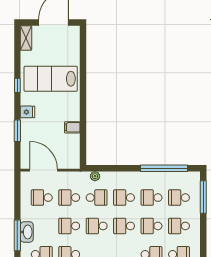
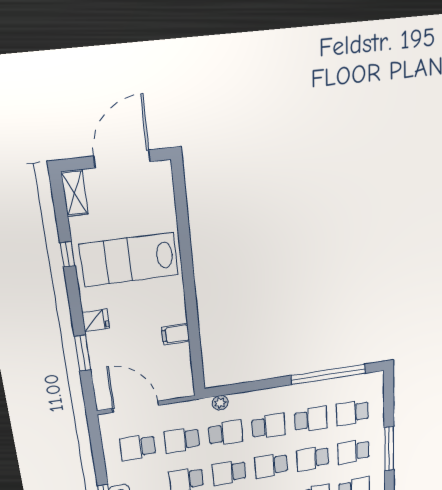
window: (17, 85) -> (67, 254), moved
window: (203, 197) -> (389, 449), moved
school desk: (124, 198) -> (268, 426), turned 180
school desk: (152, 198) -> (311, 419), turned 180

